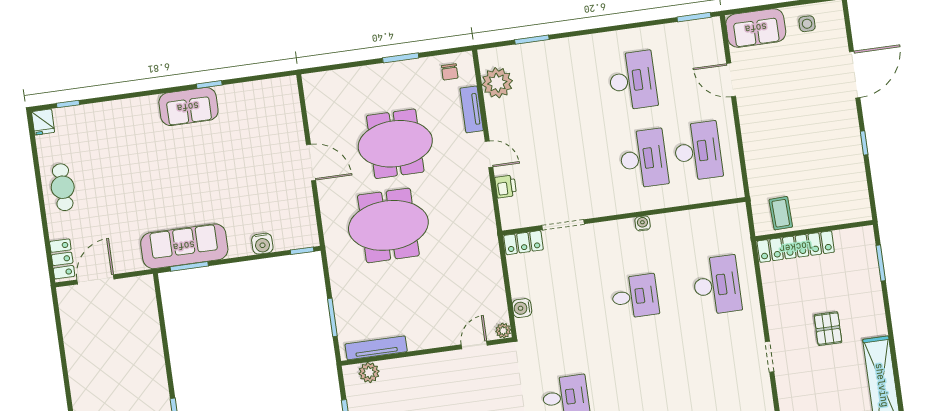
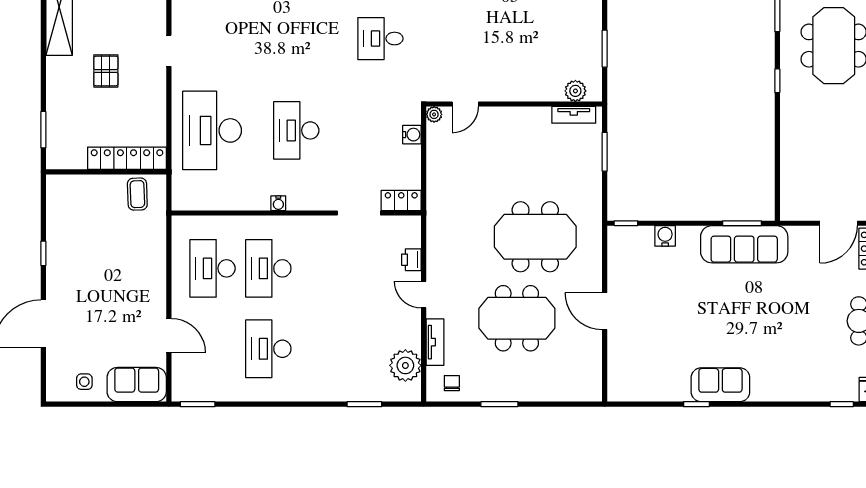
desk: (717, 285) -> (212, 130), width x1.36, depth x1.30
desk: (635, 296) -> (296, 130), width x1.37
tv unit: (376, 348) -> (574, 115), width x0.71

